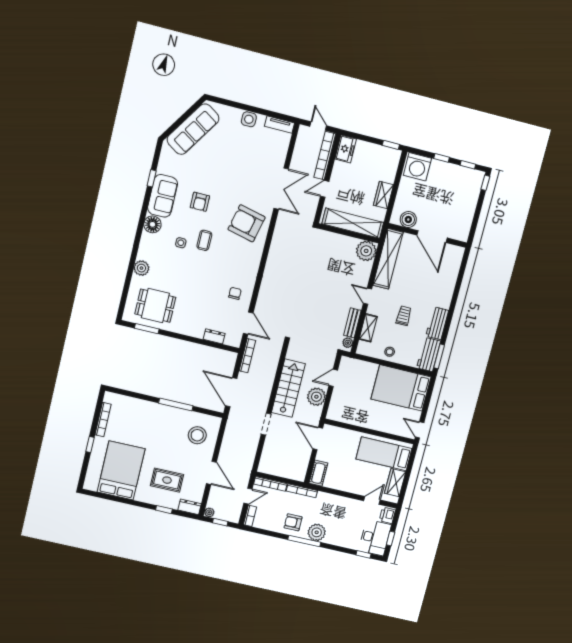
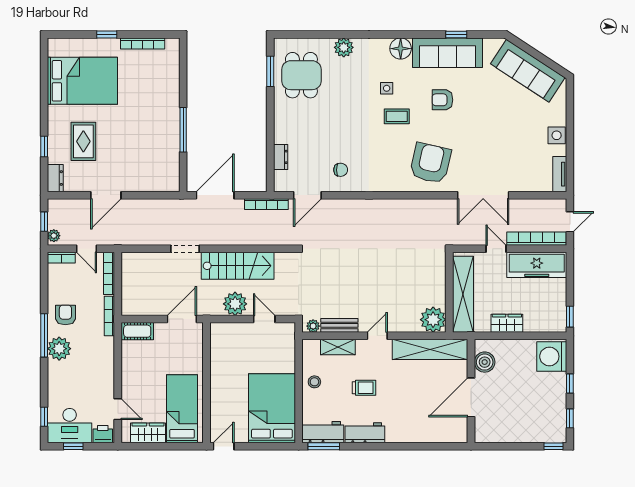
freezer: (346, 149) -> (537, 265), width x1.91, depth x1.26
sofa: (163, 196) -> (448, 53), width x1.36
stool: (197, 435) -> (150, 166), removed
plant: (209, 512) -> (54, 236), moved

